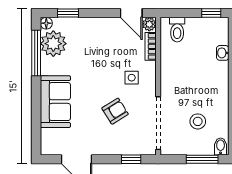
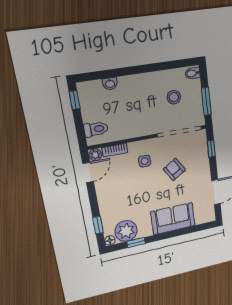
window: (36, 53) -> (136, 243), width x0.46
window: (202, 159) -> (206, 101), moved

